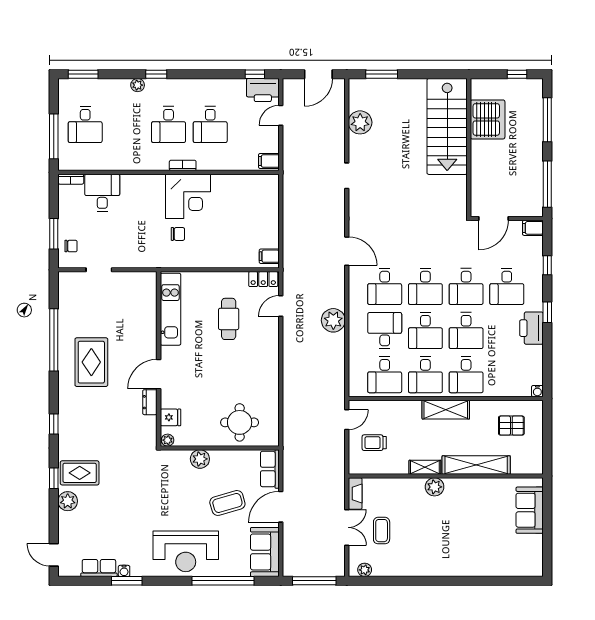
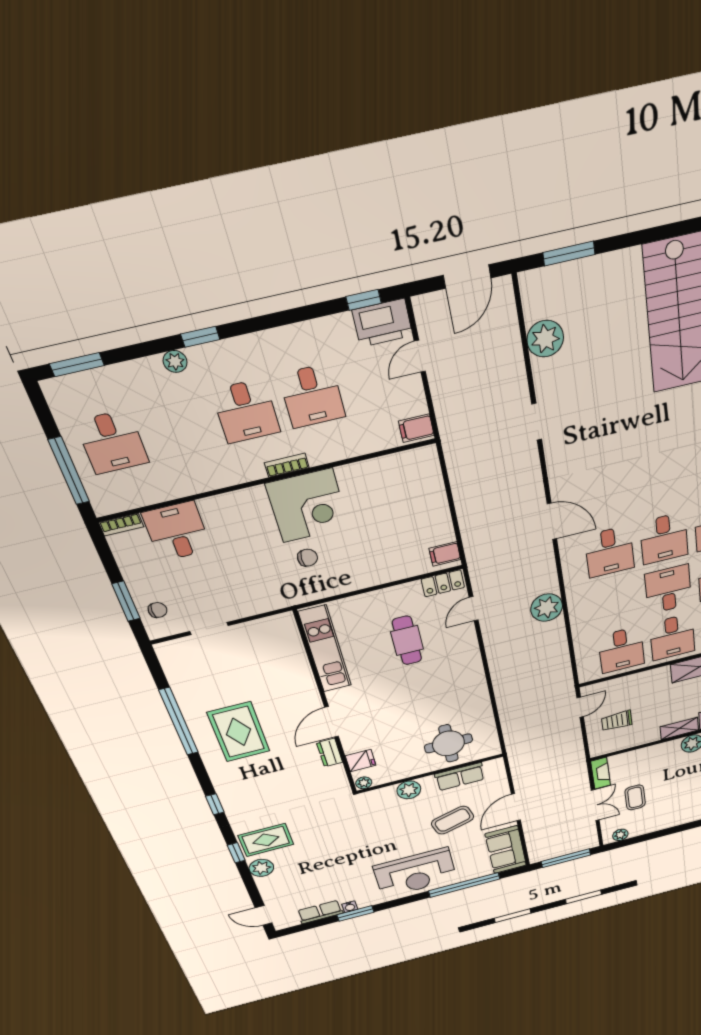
desk: (385, 331) -> (616, 602), removed
desk: (425, 331) -> (668, 589), turned 180
row of seats: (270, 469) -> (460, 777), moved, turned -90

